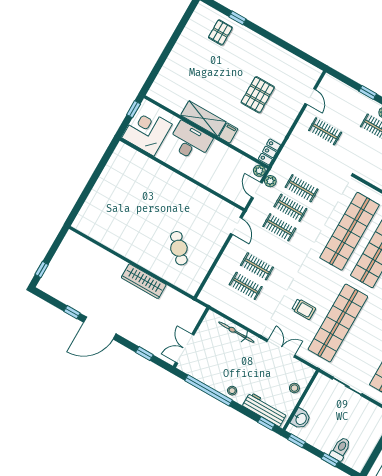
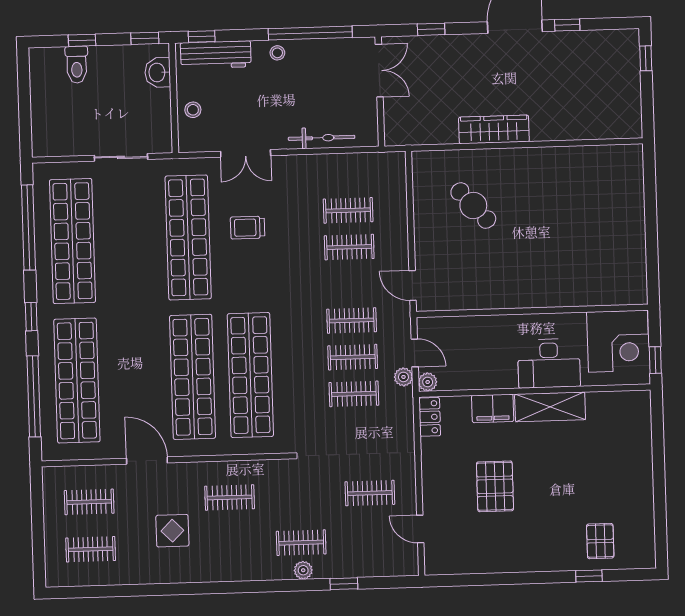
filing cabinet: (228, 133) -> (493, 408), width x2.00

